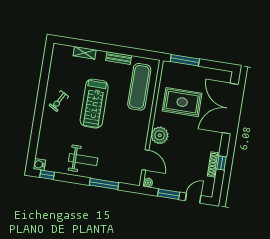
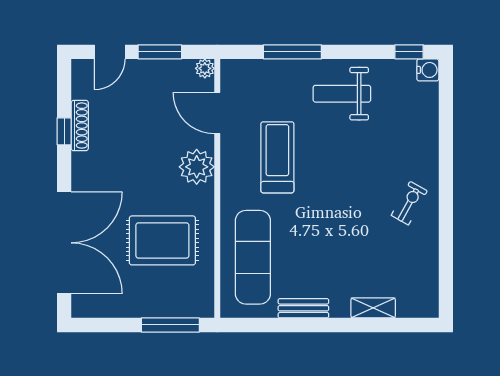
treadmill: (94, 104) -> (277, 157), moved, width x0.73, depth x0.73

